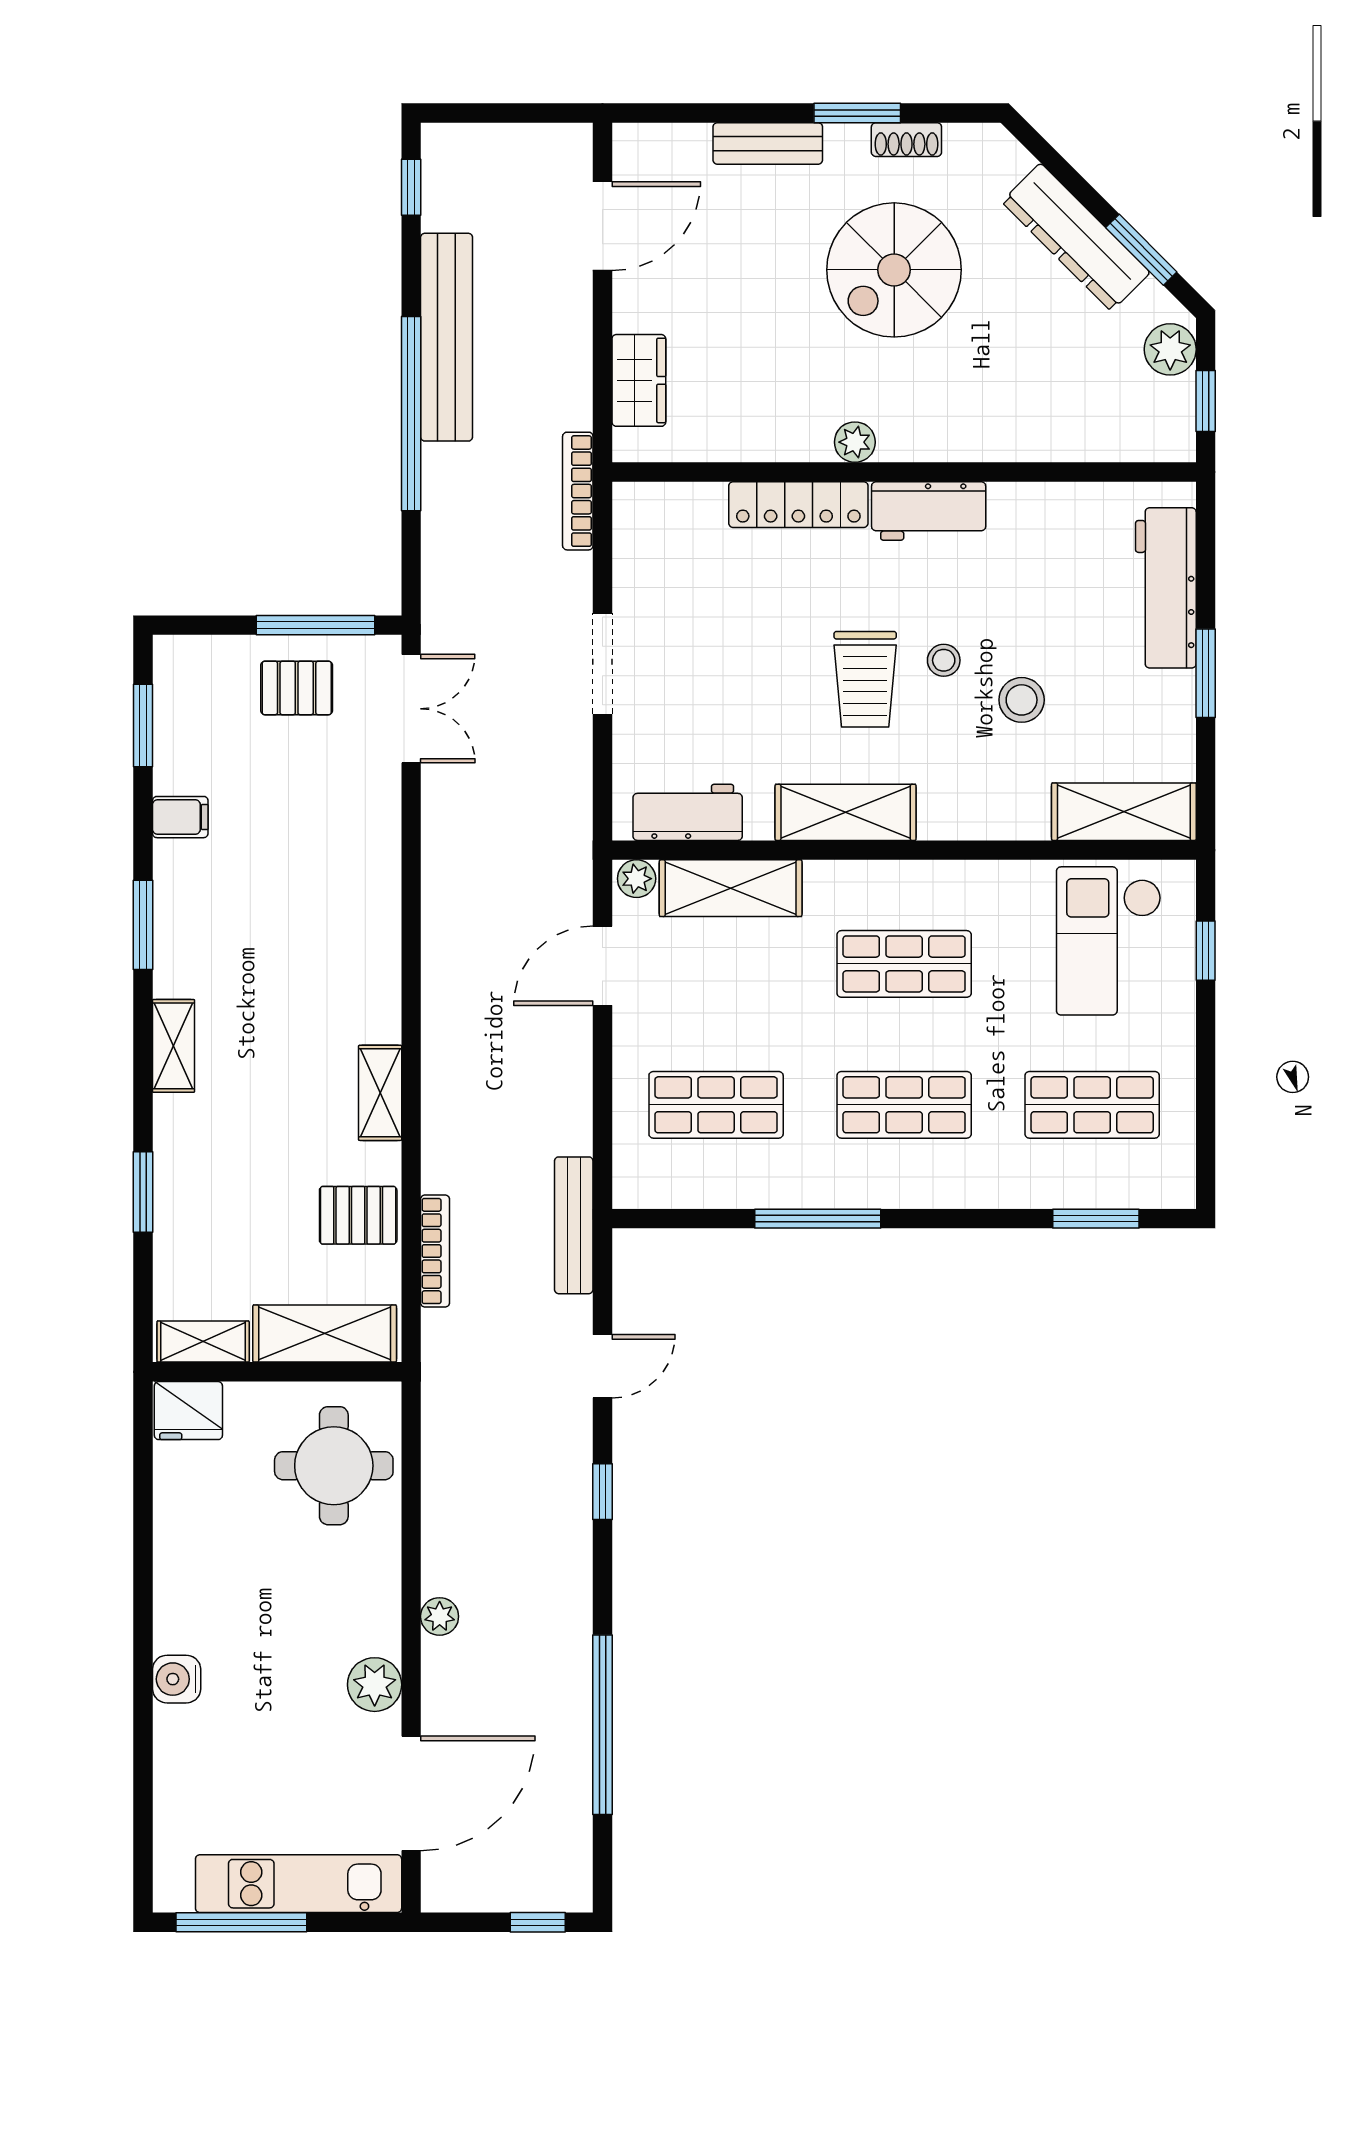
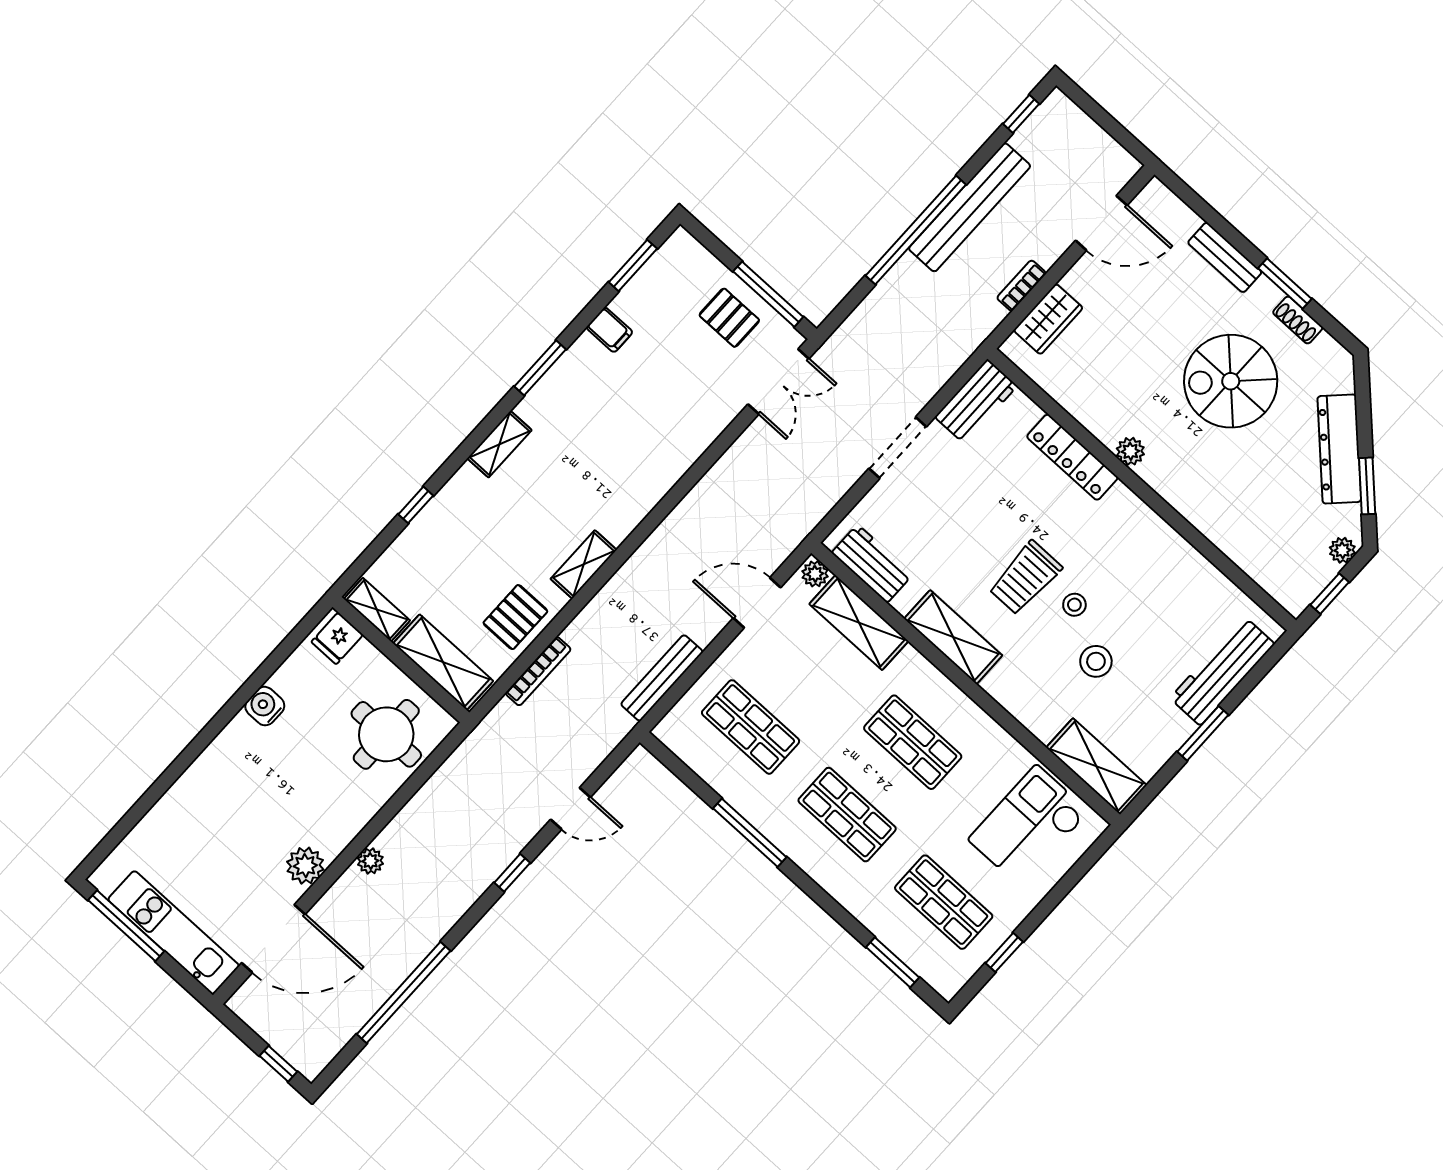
plant: (1170, 349) -> (1342, 550), width x0.73, depth x0.73
bookcase: (578, 491) -> (1022, 286), moved, width x0.64
workbench: (929, 511) -> (976, 401), moved, turned -90
window: (1206, 951) -> (1004, 952), moved
window: (143, 1192) -> (416, 505), width x0.67
pallet: (358, 1215) -> (515, 617), turned 90
bench: (574, 1225) -> (662, 678), moved
fridge: (188, 1411) -> (337, 638), width x0.72
water cooler: (177, 1679) -> (265, 706), moved

